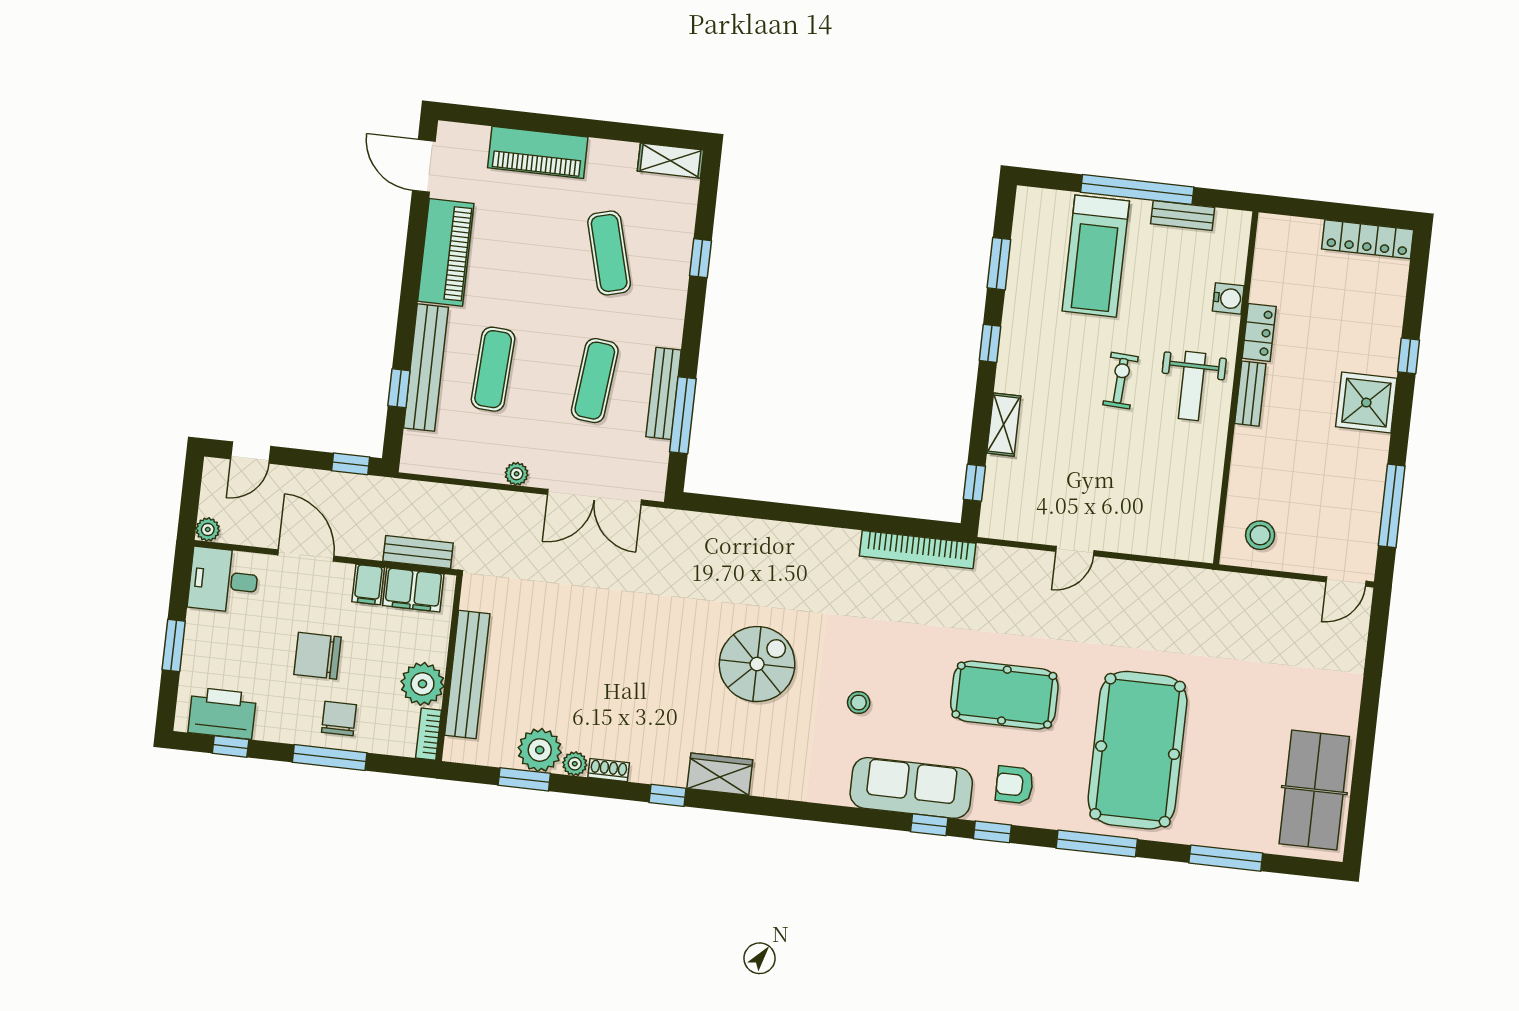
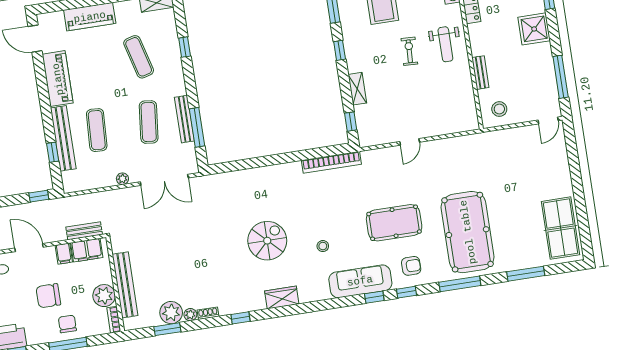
bench: (1250, 394) -> (480, 73), moved
wardrobe: (720, 774) -> (282, 297), moved
armchair: (1014, 785) -> (411, 266), turned 180

